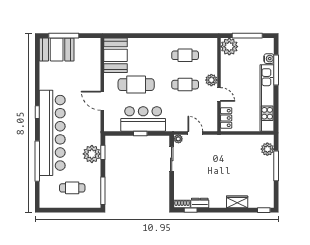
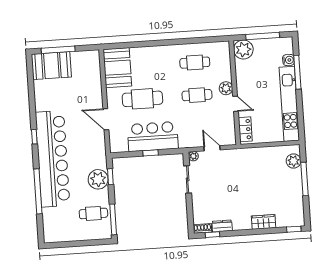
cafe table: (72, 188) -> (93, 213), moved

